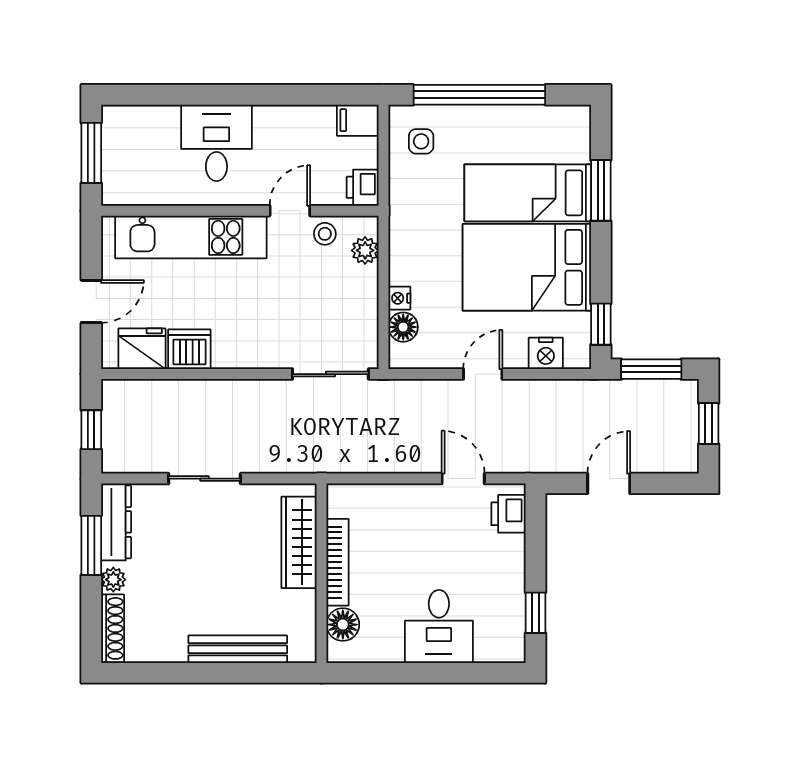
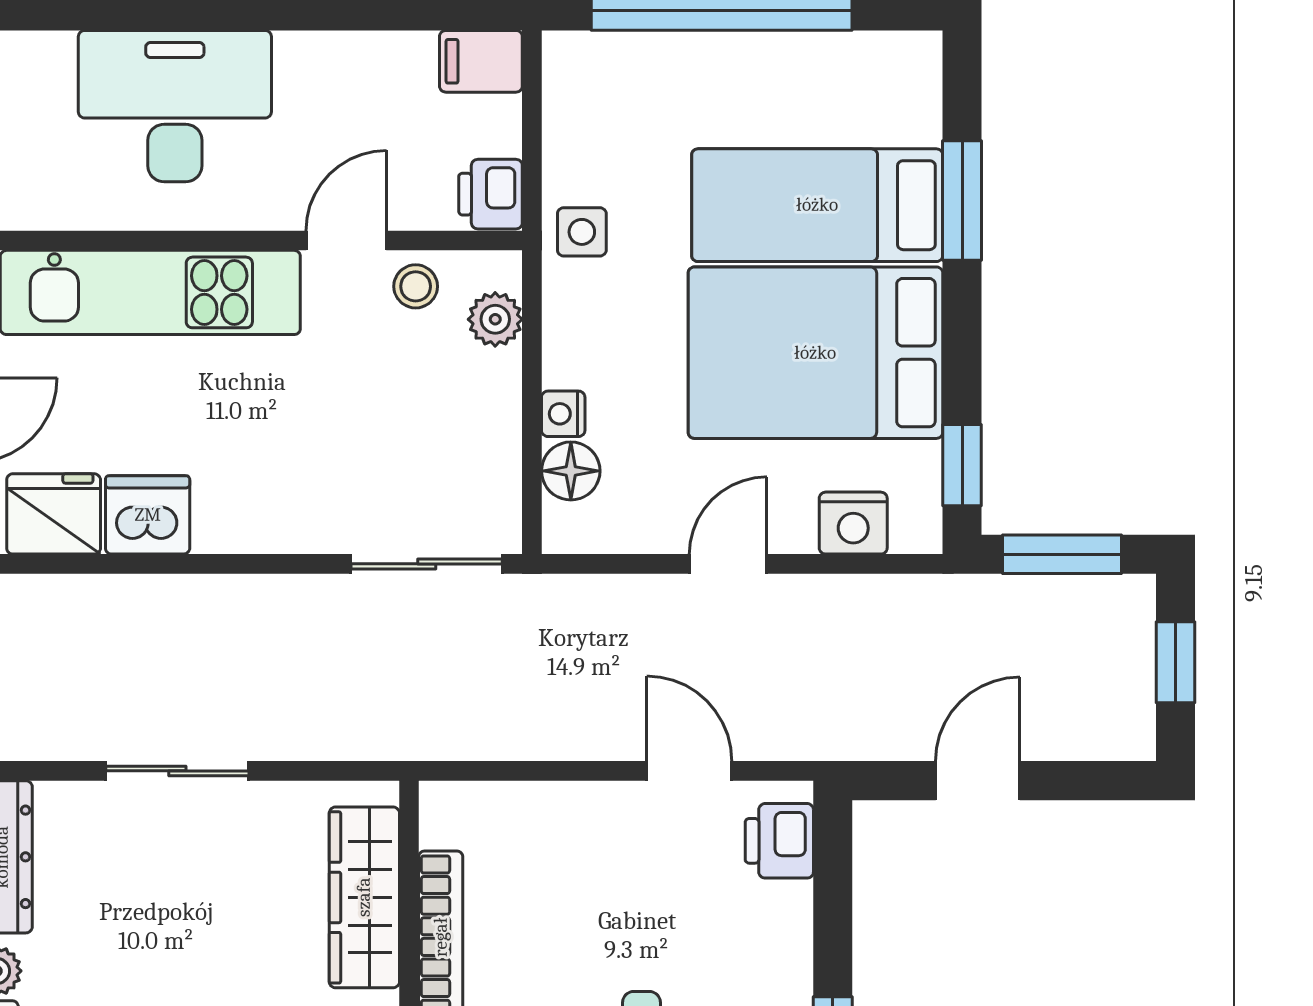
side table: (421, 141) -> (582, 232), moved
desk: (216, 143) -> (175, 106), width x1.37

